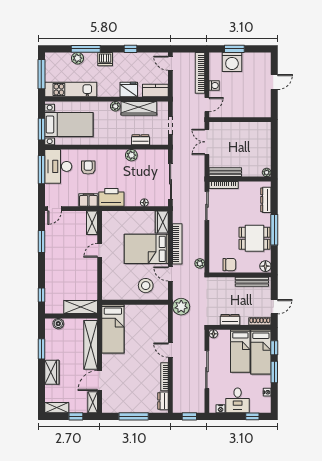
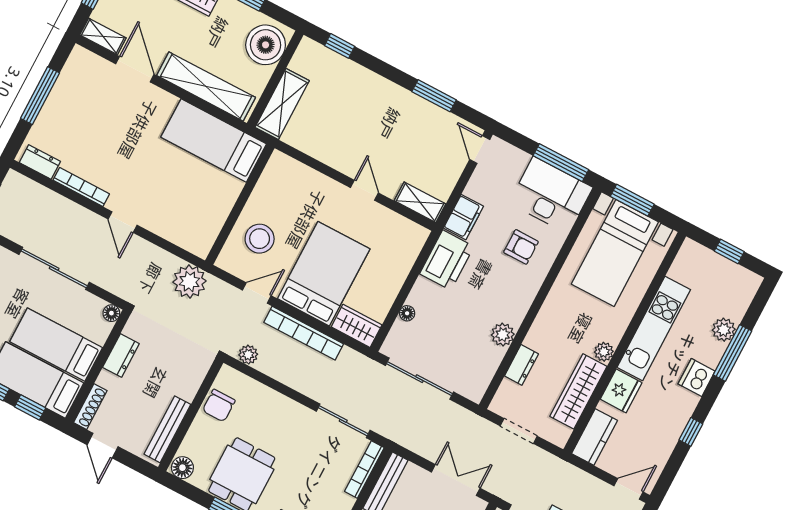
window: (41, 74) -> (729, 251), width x0.46
kitchen unit: (71, 90) -> (654, 328), moved
boiler: (58, 324) -> (266, 45), width x1.86, depth x1.86
door: (170, 350) -> (123, 222), swing flipped

